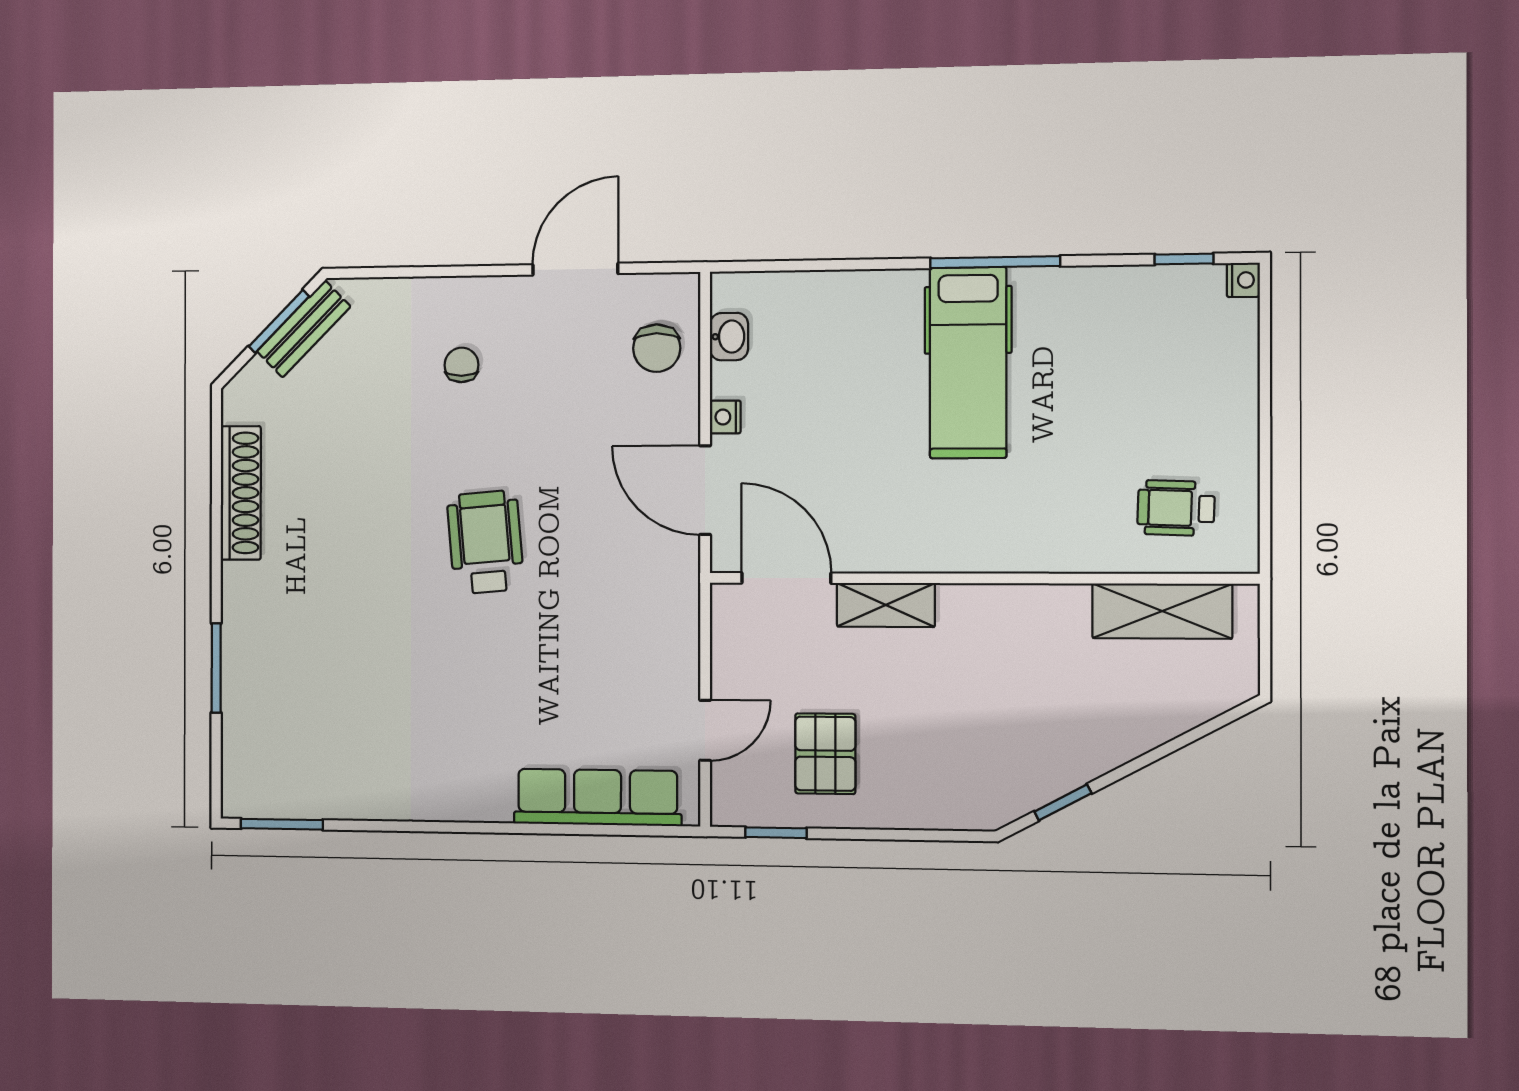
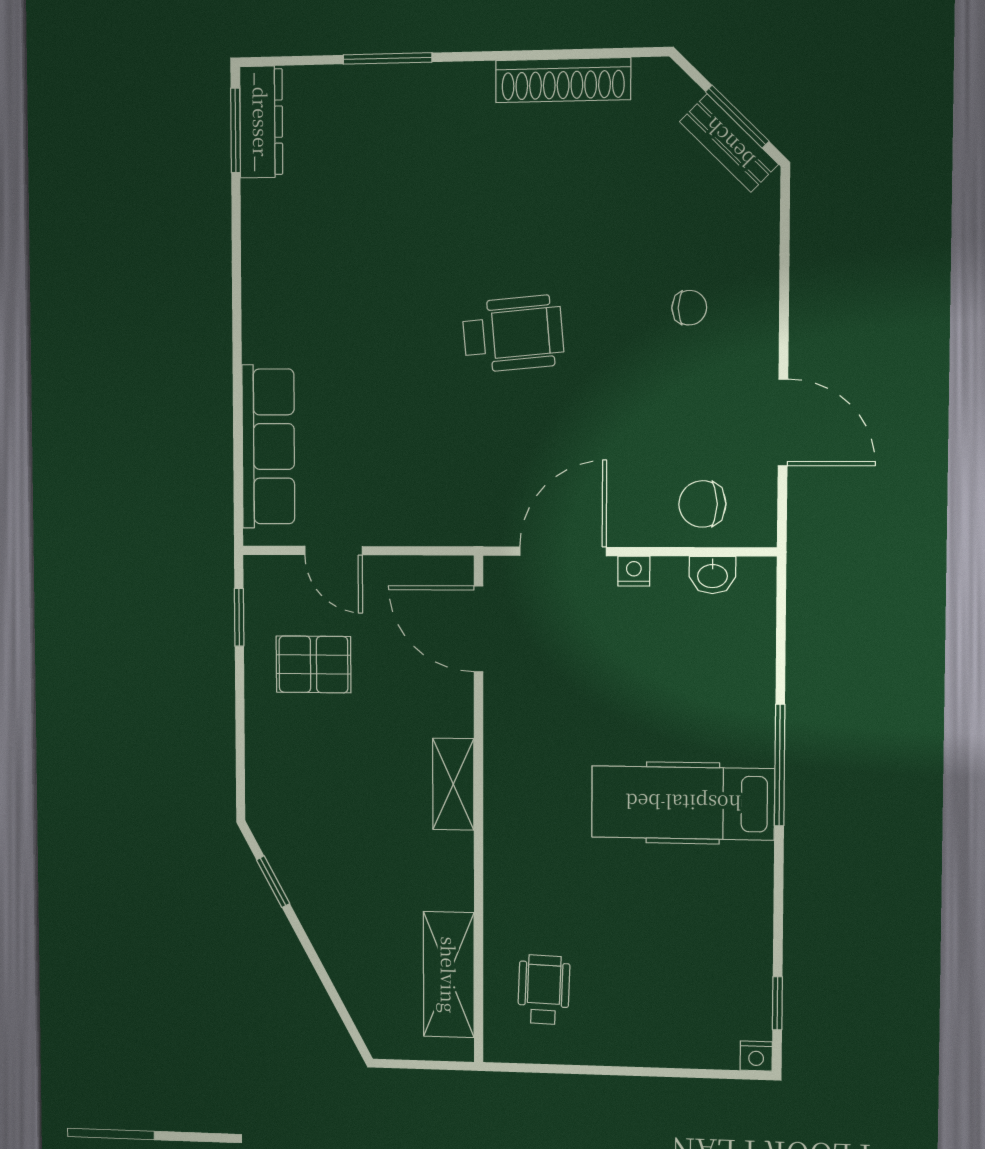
window: (995, 262) -> (780, 765), moved
door: (786, 578) -> (479, 629), swing flipped
shelving: (886, 605) -> (453, 784), moved
dresser: (274, 798) -> (261, 122), added

